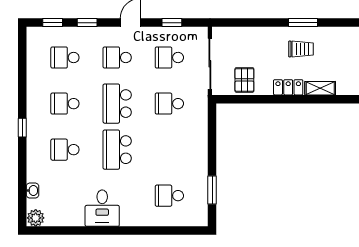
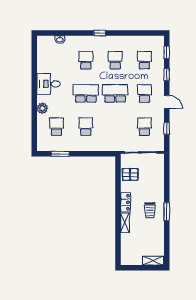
school desk: (169, 104) -> (86, 127), moved
plant: (36, 218) -> (42, 108), moved

